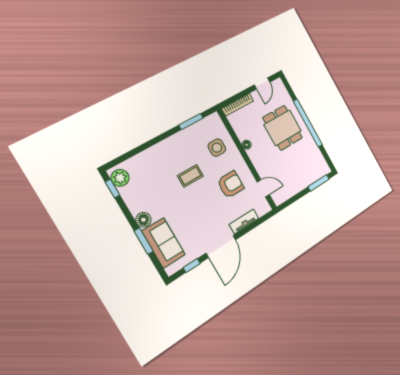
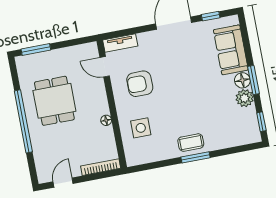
window: (191, 122) -> (196, 157), moved
dining table: (283, 128) -> (54, 101), moved
coffee table: (190, 176) -> (191, 143), moved
plant: (120, 178) -> (245, 98), moved
tv unit: (244, 221) -> (120, 43), moved
window: (144, 241) -> (253, 80), moved

